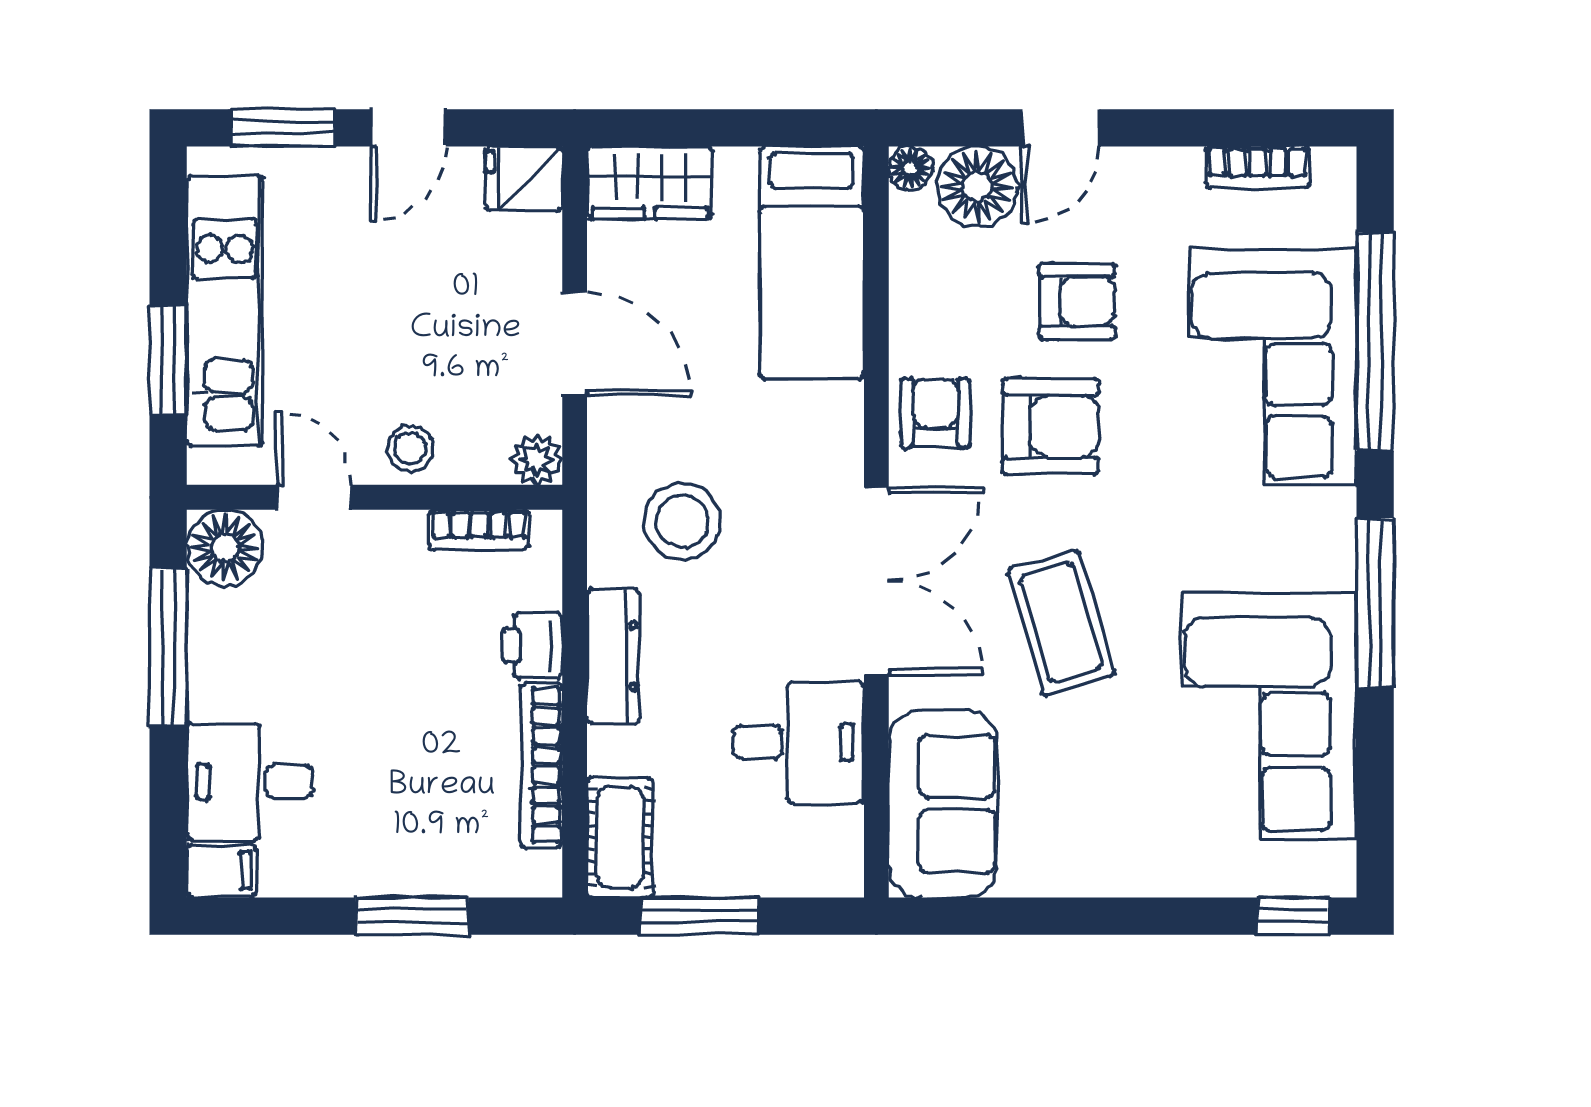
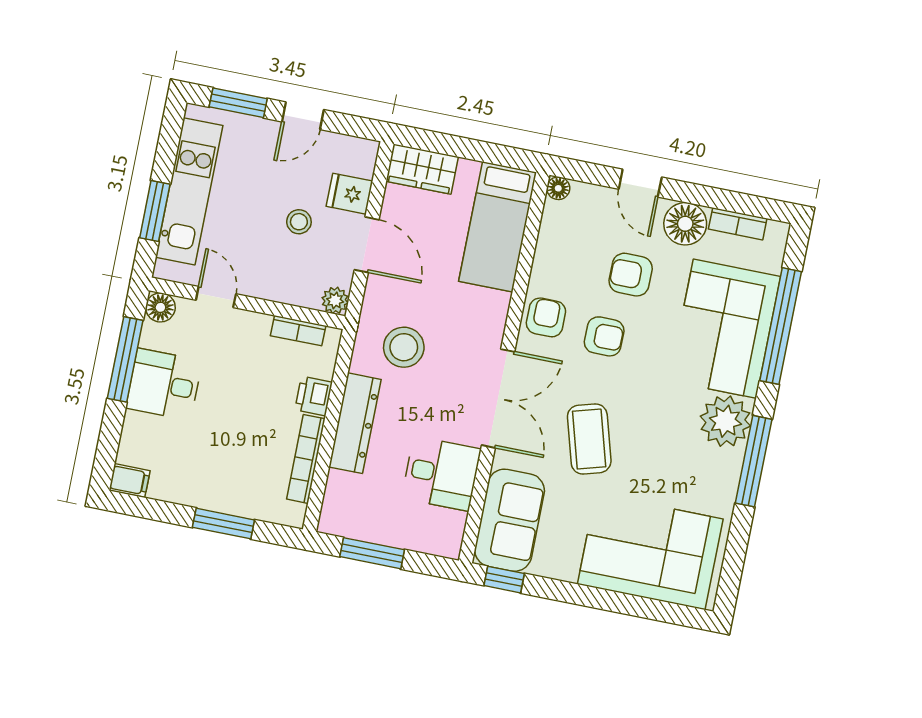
door: (1061, 128) -> (640, 183), hinge flipped
fridge: (524, 179) -> (349, 194), moved
floor lamp: (977, 187) -> (685, 224), moved
armchair: (1077, 302) -> (631, 275), turned 180
armchair: (1051, 426) -> (604, 336), width x0.72, depth x0.72
stool: (410, 448) -> (299, 222), moved
plant: (1308, 539) -> (725, 421), added
floor lamp: (225, 548) -> (160, 307), width x0.73, depth x0.73
dresser: (613, 656) -> (355, 423), width x1.37, depth x1.24
corner sofa: (1269, 716) -> (650, 552), moved, turned 90
desk: (250, 782) -> (164, 384), moved
cot: (620, 837) -> (339, 504), removed
window: (1293, 916) -> (504, 580), moved

